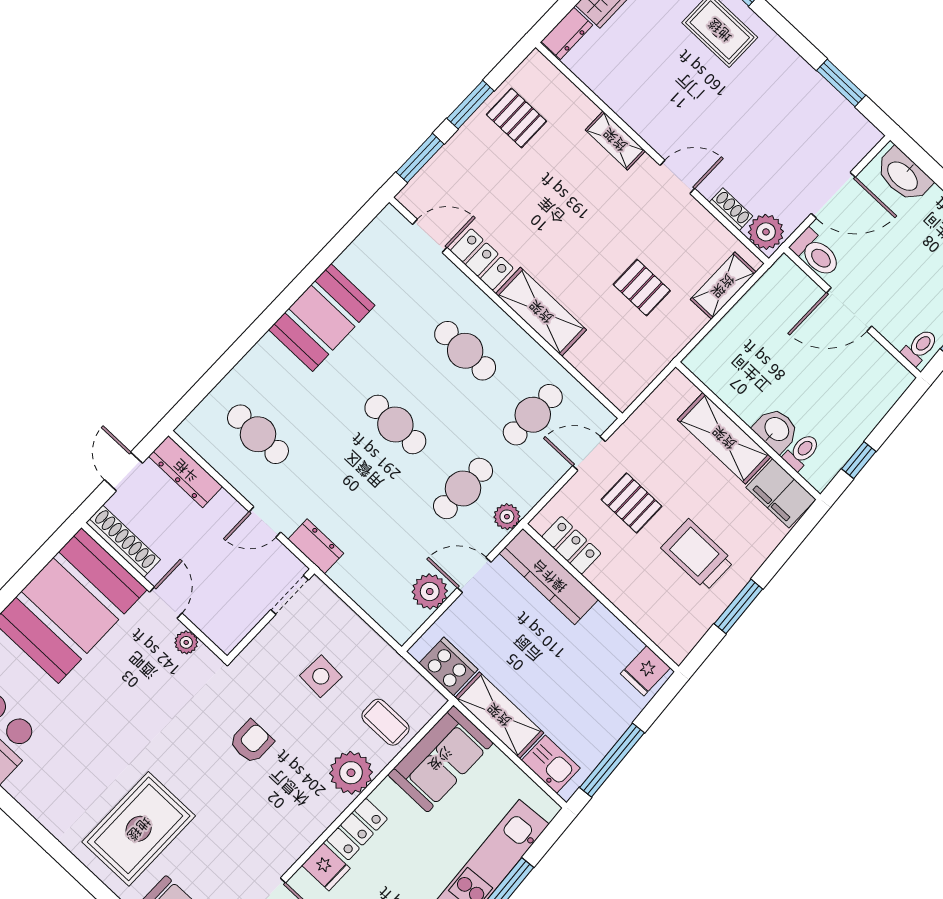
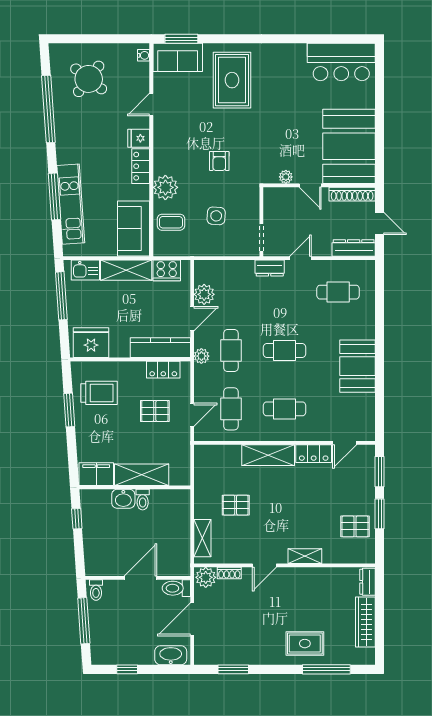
toilet: (802, 452) -> (143, 500), moved
trolley: (697, 555) -> (99, 393), moved
fridge: (645, 671) -> (91, 343), width x1.88, depth x1.34

